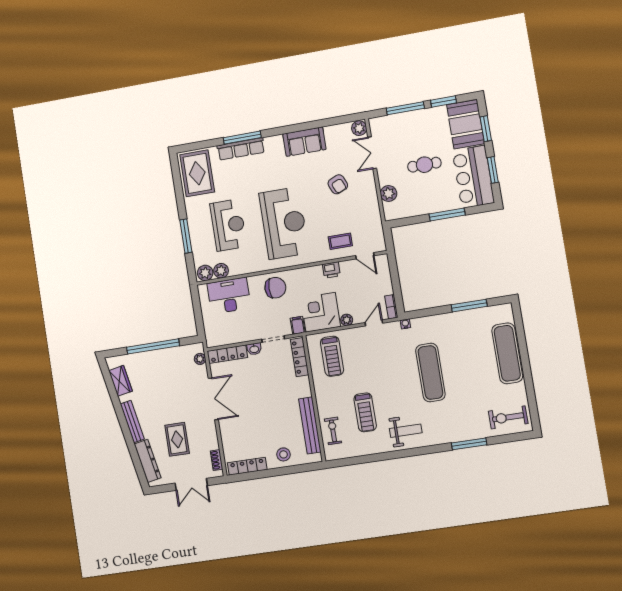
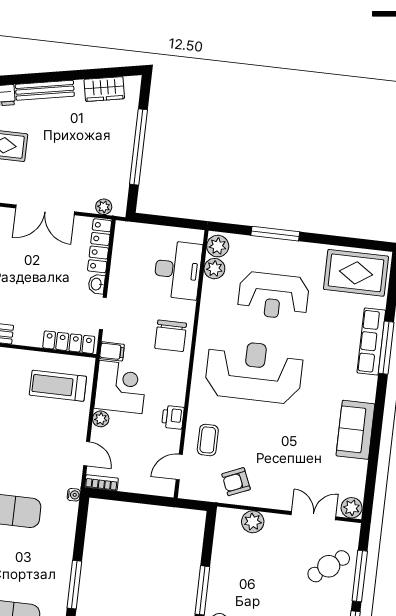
cafe table: (424, 165) -> (329, 566), moved, turned 52
armchair: (338, 184) -> (236, 482), moved
reception desk: (284, 223) -> (254, 371), turned 180

